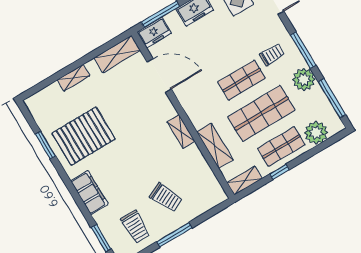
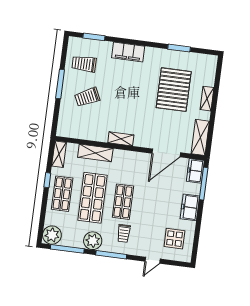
plant: (316, 133) -> (52, 235), moved
pallet: (84, 136) -> (174, 90), moved

